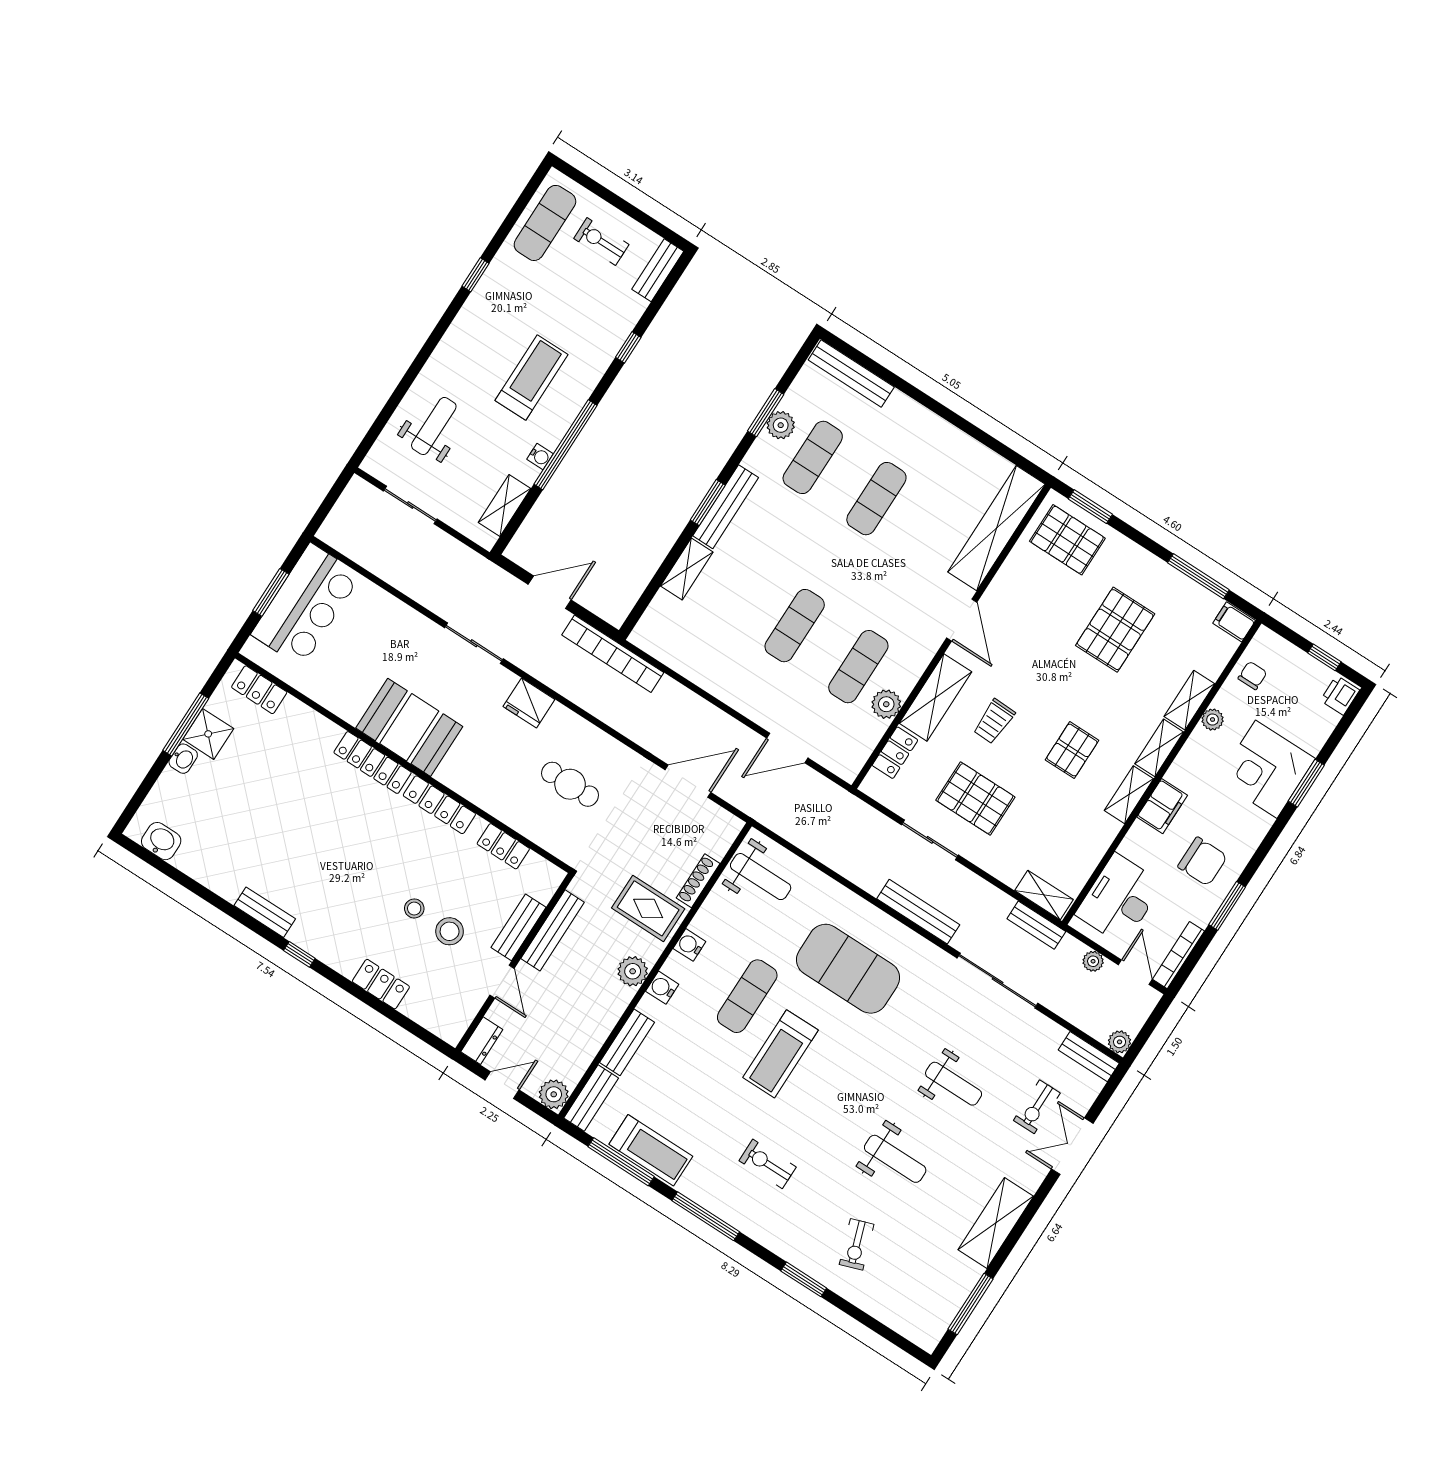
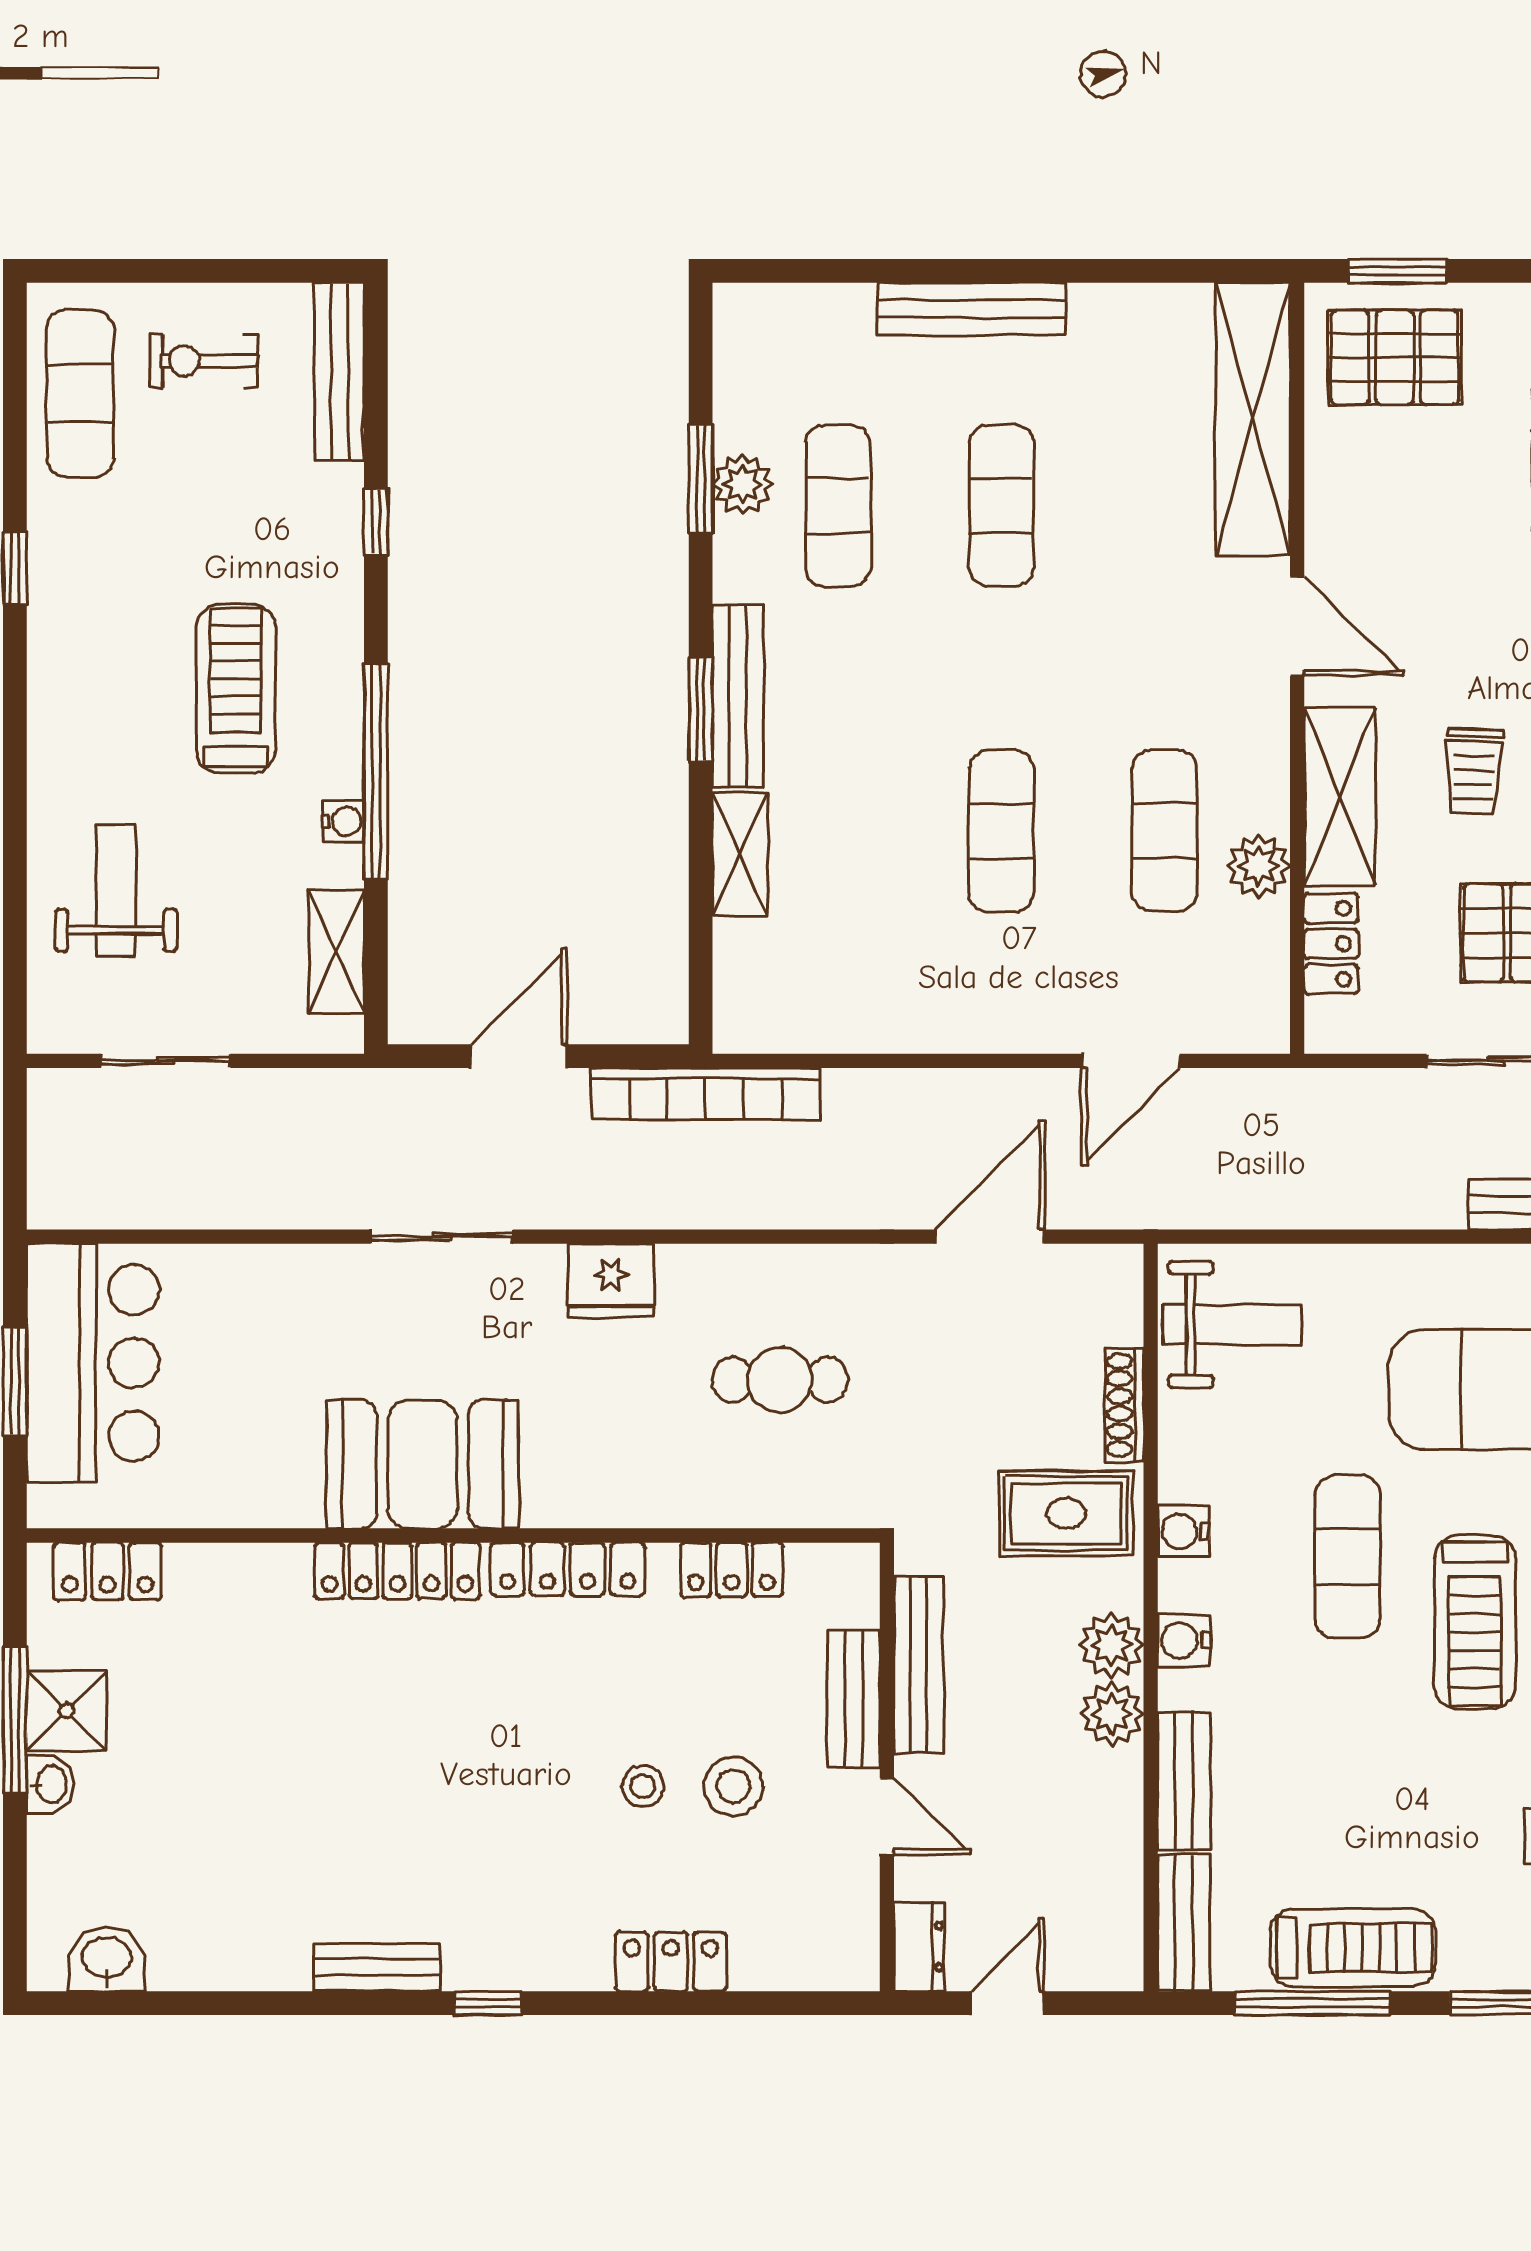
bench: (658, 270) -> (339, 371), width x1.36
bench: (851, 374) -> (972, 309), moved
plant: (554, 1094) -> (1112, 1714), moved

